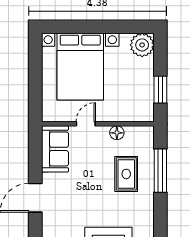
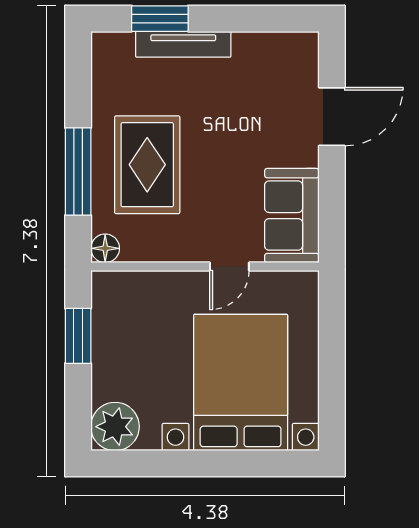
floor lamp: (117, 133) -> (105, 248), moved
rug: (126, 174) -> (147, 165), width x1.36, depth x1.43

